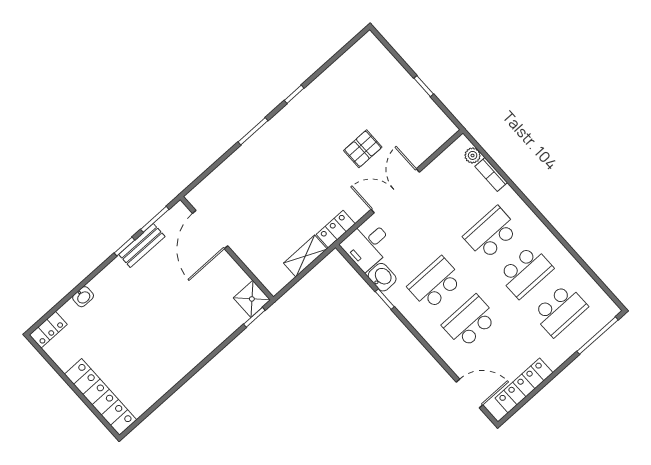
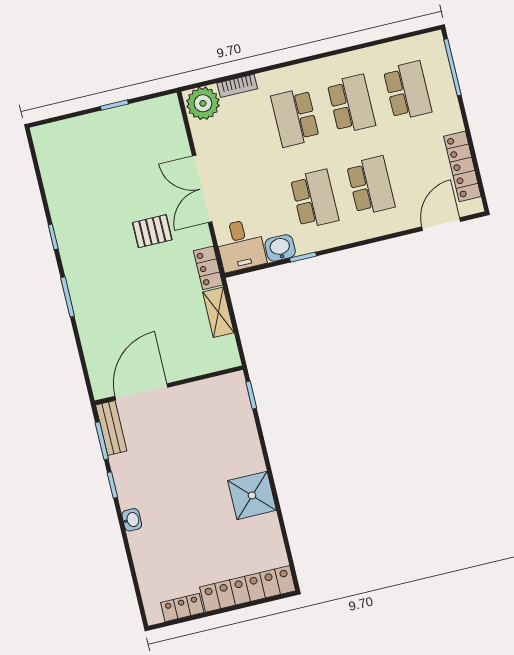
pallet: (363, 149) -> (152, 231), moved, turned 90
plant: (473, 155) -> (203, 103), width x1.87, depth x1.87
door: (210, 230) -> (141, 392), swing flipped
bench: (142, 246) -> (111, 428), moved
school desk: (435, 283) -> (314, 199), turned 180
washbasin: (83, 297) -> (132, 520), moved
shower: (252, 299) -> (252, 495), moved, width x1.36, depth x1.36
school desk: (470, 322) -> (371, 186), turned 180
locker: (48, 330) -> (182, 608), moved, turned -90

